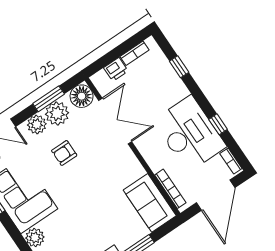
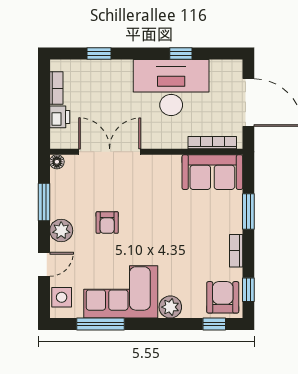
floor lamp: (82, 96) -> (57, 162), width x0.53, depth x0.53
plant: (57, 113) -> (64, 203), removed
bookcase: (231, 161) -> (225, 65), removed

